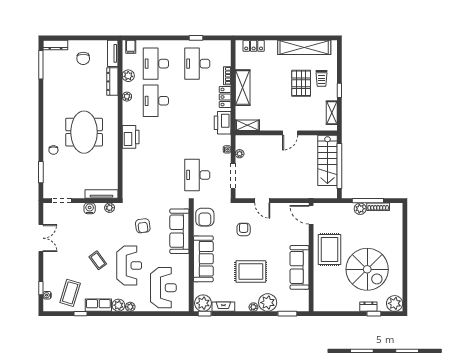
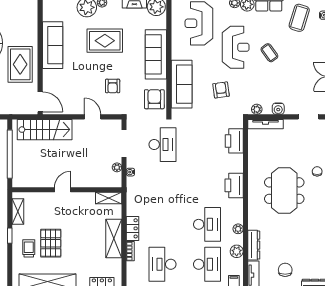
desk: (197, 64) -> (162, 264), turned 180
printer: (223, 123) -> (234, 141), moved, turned 180
stairs: (327, 160) -> (45, 130), moved, turned 90
reception desk: (129, 265) -> (236, 47), turned 180

